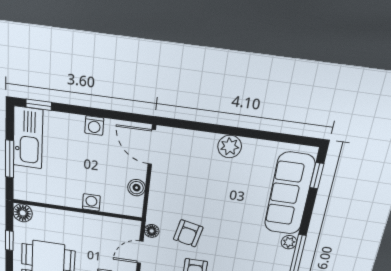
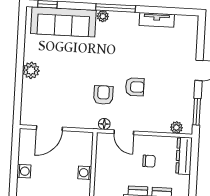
door: (152, 147) -> (49, 128), moved
boiler: (137, 188) -> (69, 138), removed
armchair: (188, 233) -> (103, 95), turned -102

